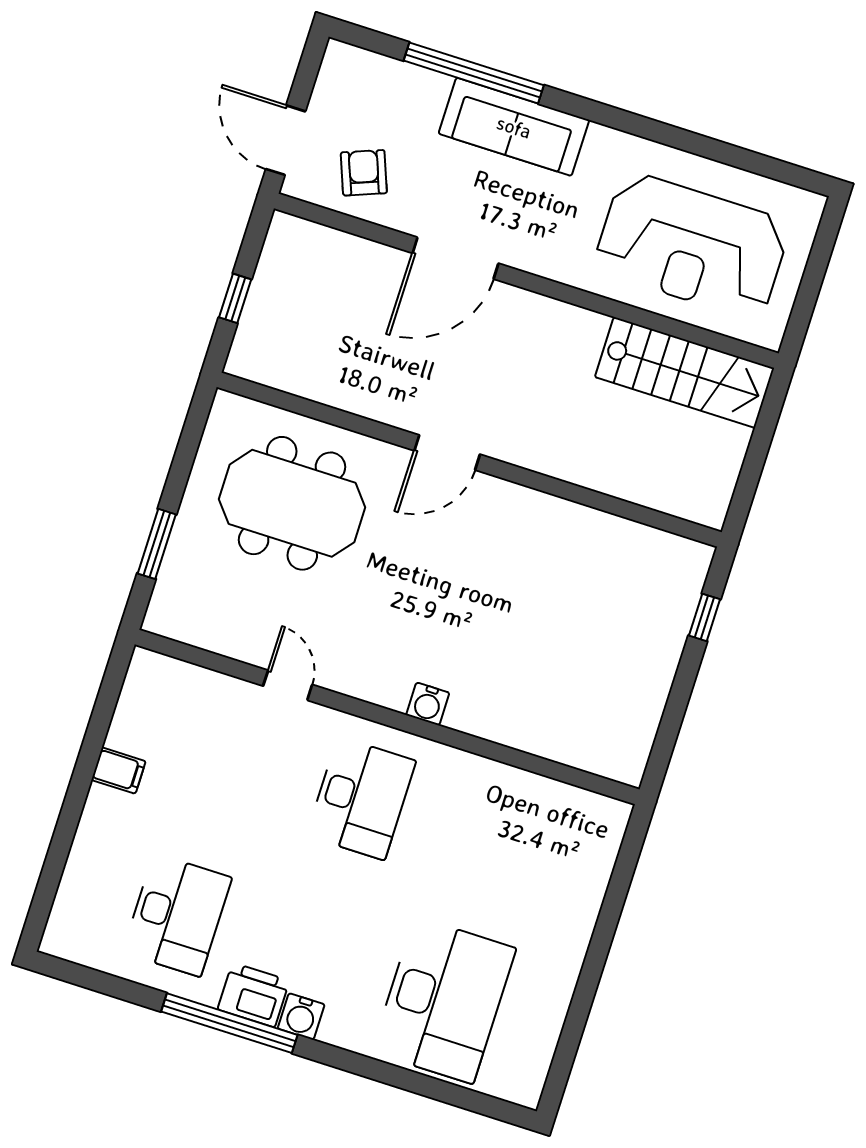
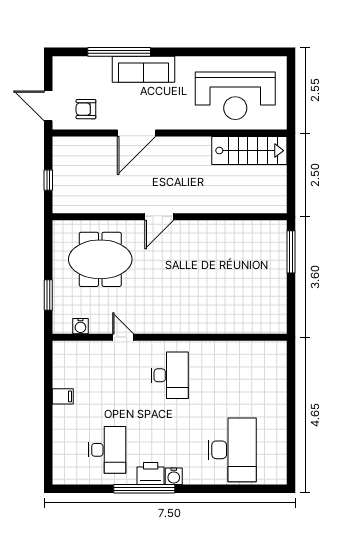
armchair: (364, 173) -> (86, 109), turned -69
window: (705, 617) -> (291, 252), width x2.17
water cooler: (428, 704) -> (80, 326), moved

